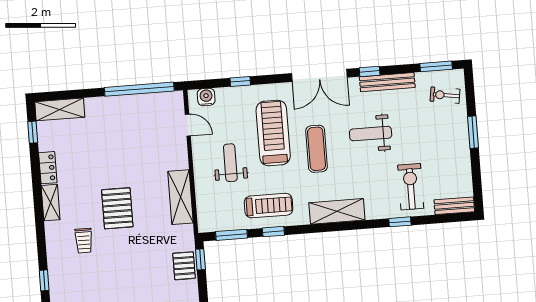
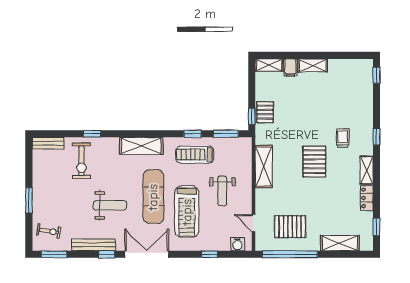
shelving: (60, 109) -> (340, 243), moved
pallet: (142, 124) -> (290, 227), added
exercise mat: (317, 149) -> (153, 197), width x1.36, depth x1.45
window: (44, 280) -> (376, 137), moved

